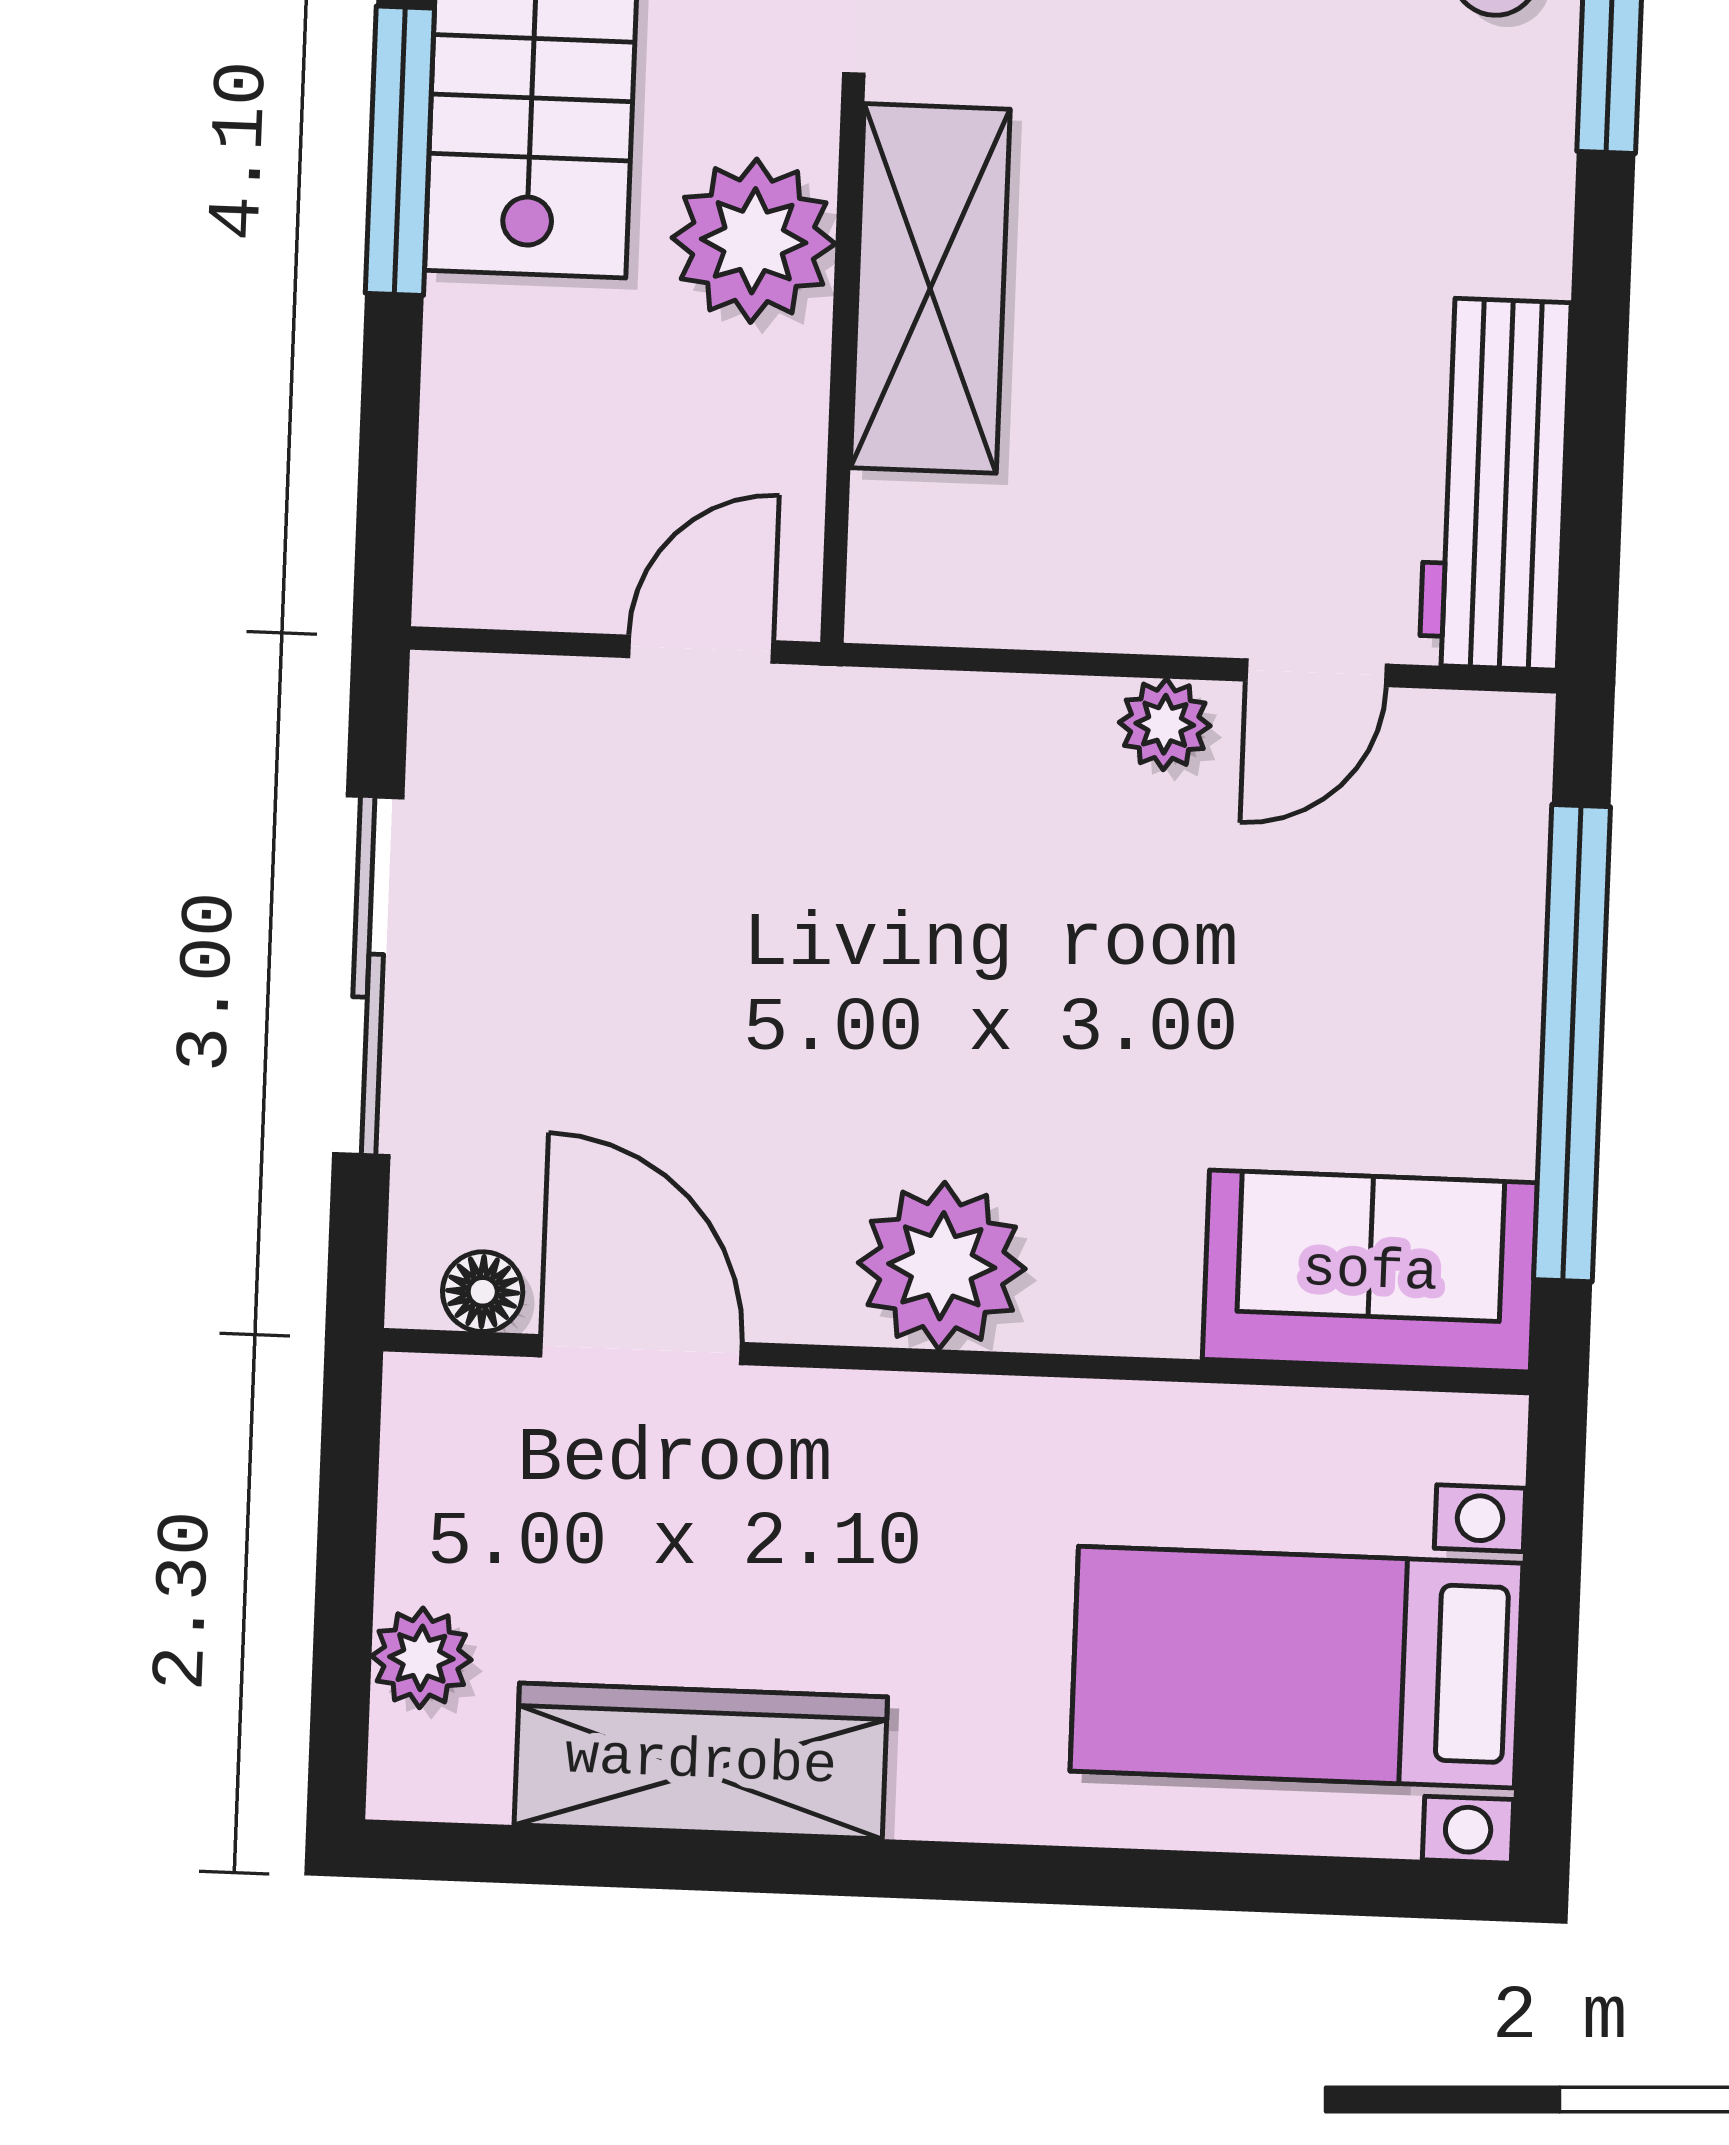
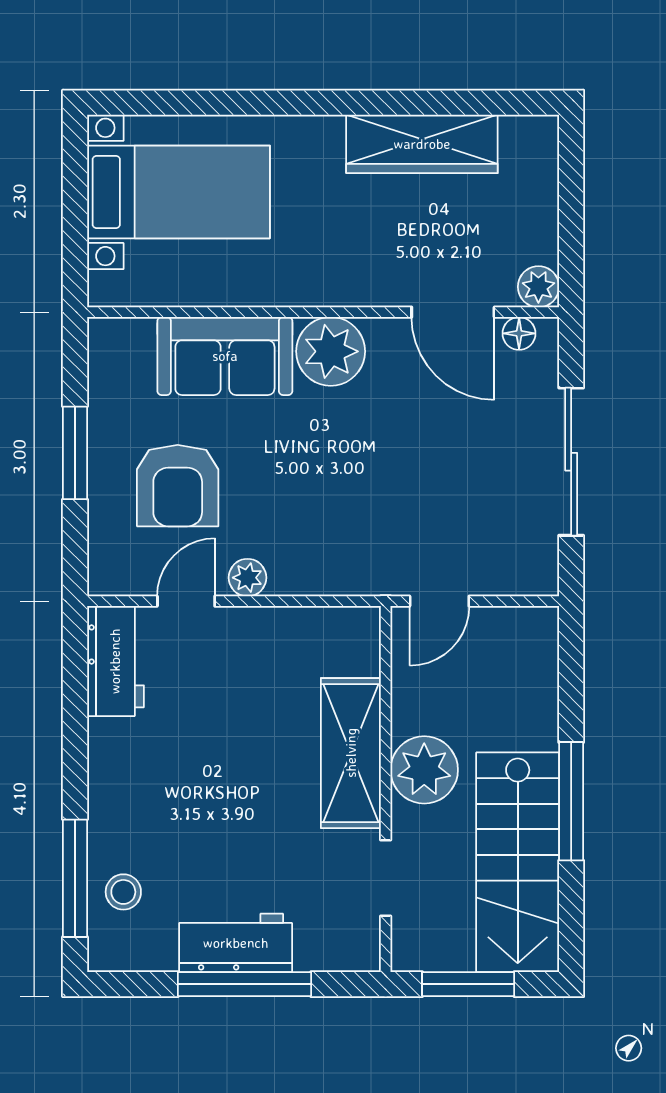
workbench: (1495, 484) -> (115, 661), width x0.73
armchair: (1326, 954) -> (178, 486), added
window: (1572, 1043) -> (75, 453), width x0.47
sofa: (1370, 1271) -> (225, 356), moved
plant: (421, 1658) -> (538, 287), moved

